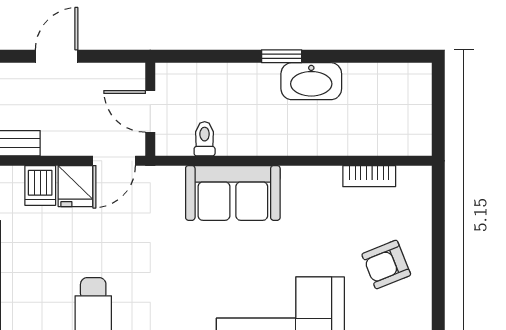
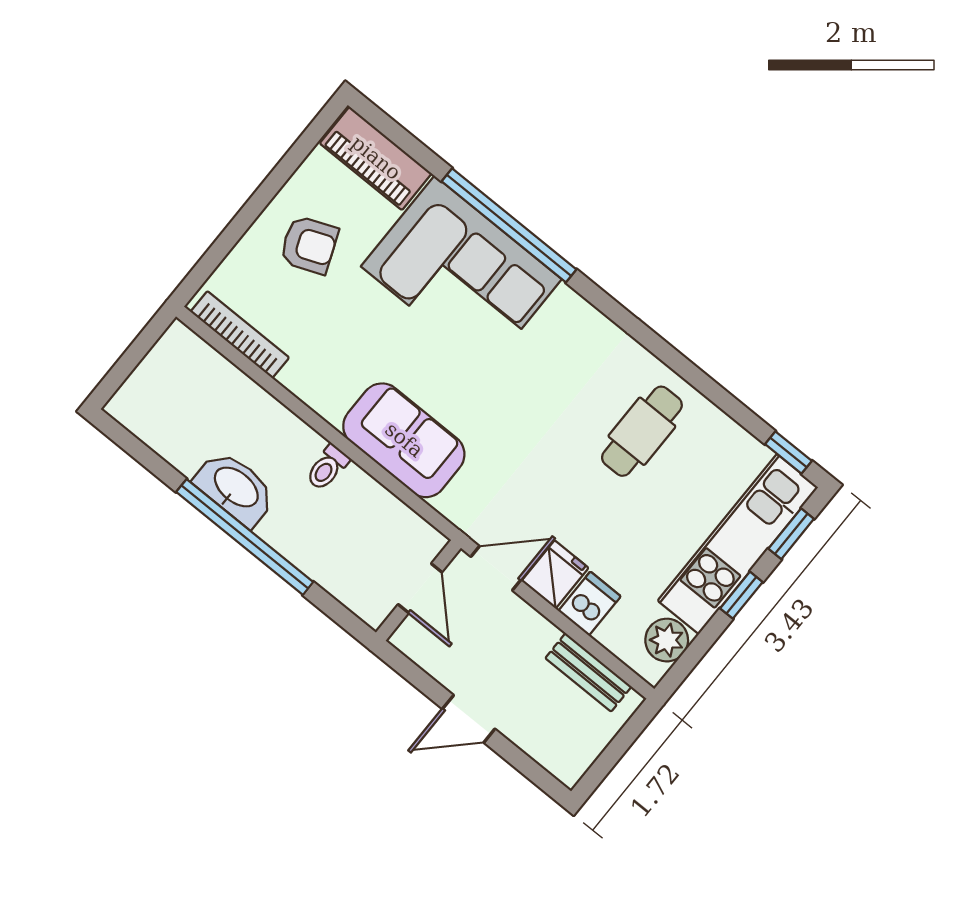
window: (282, 56) -> (245, 537), width x3.17
toilet: (205, 139) -> (327, 468), moved
bookcase: (369, 176) -> (240, 335), width x1.56

